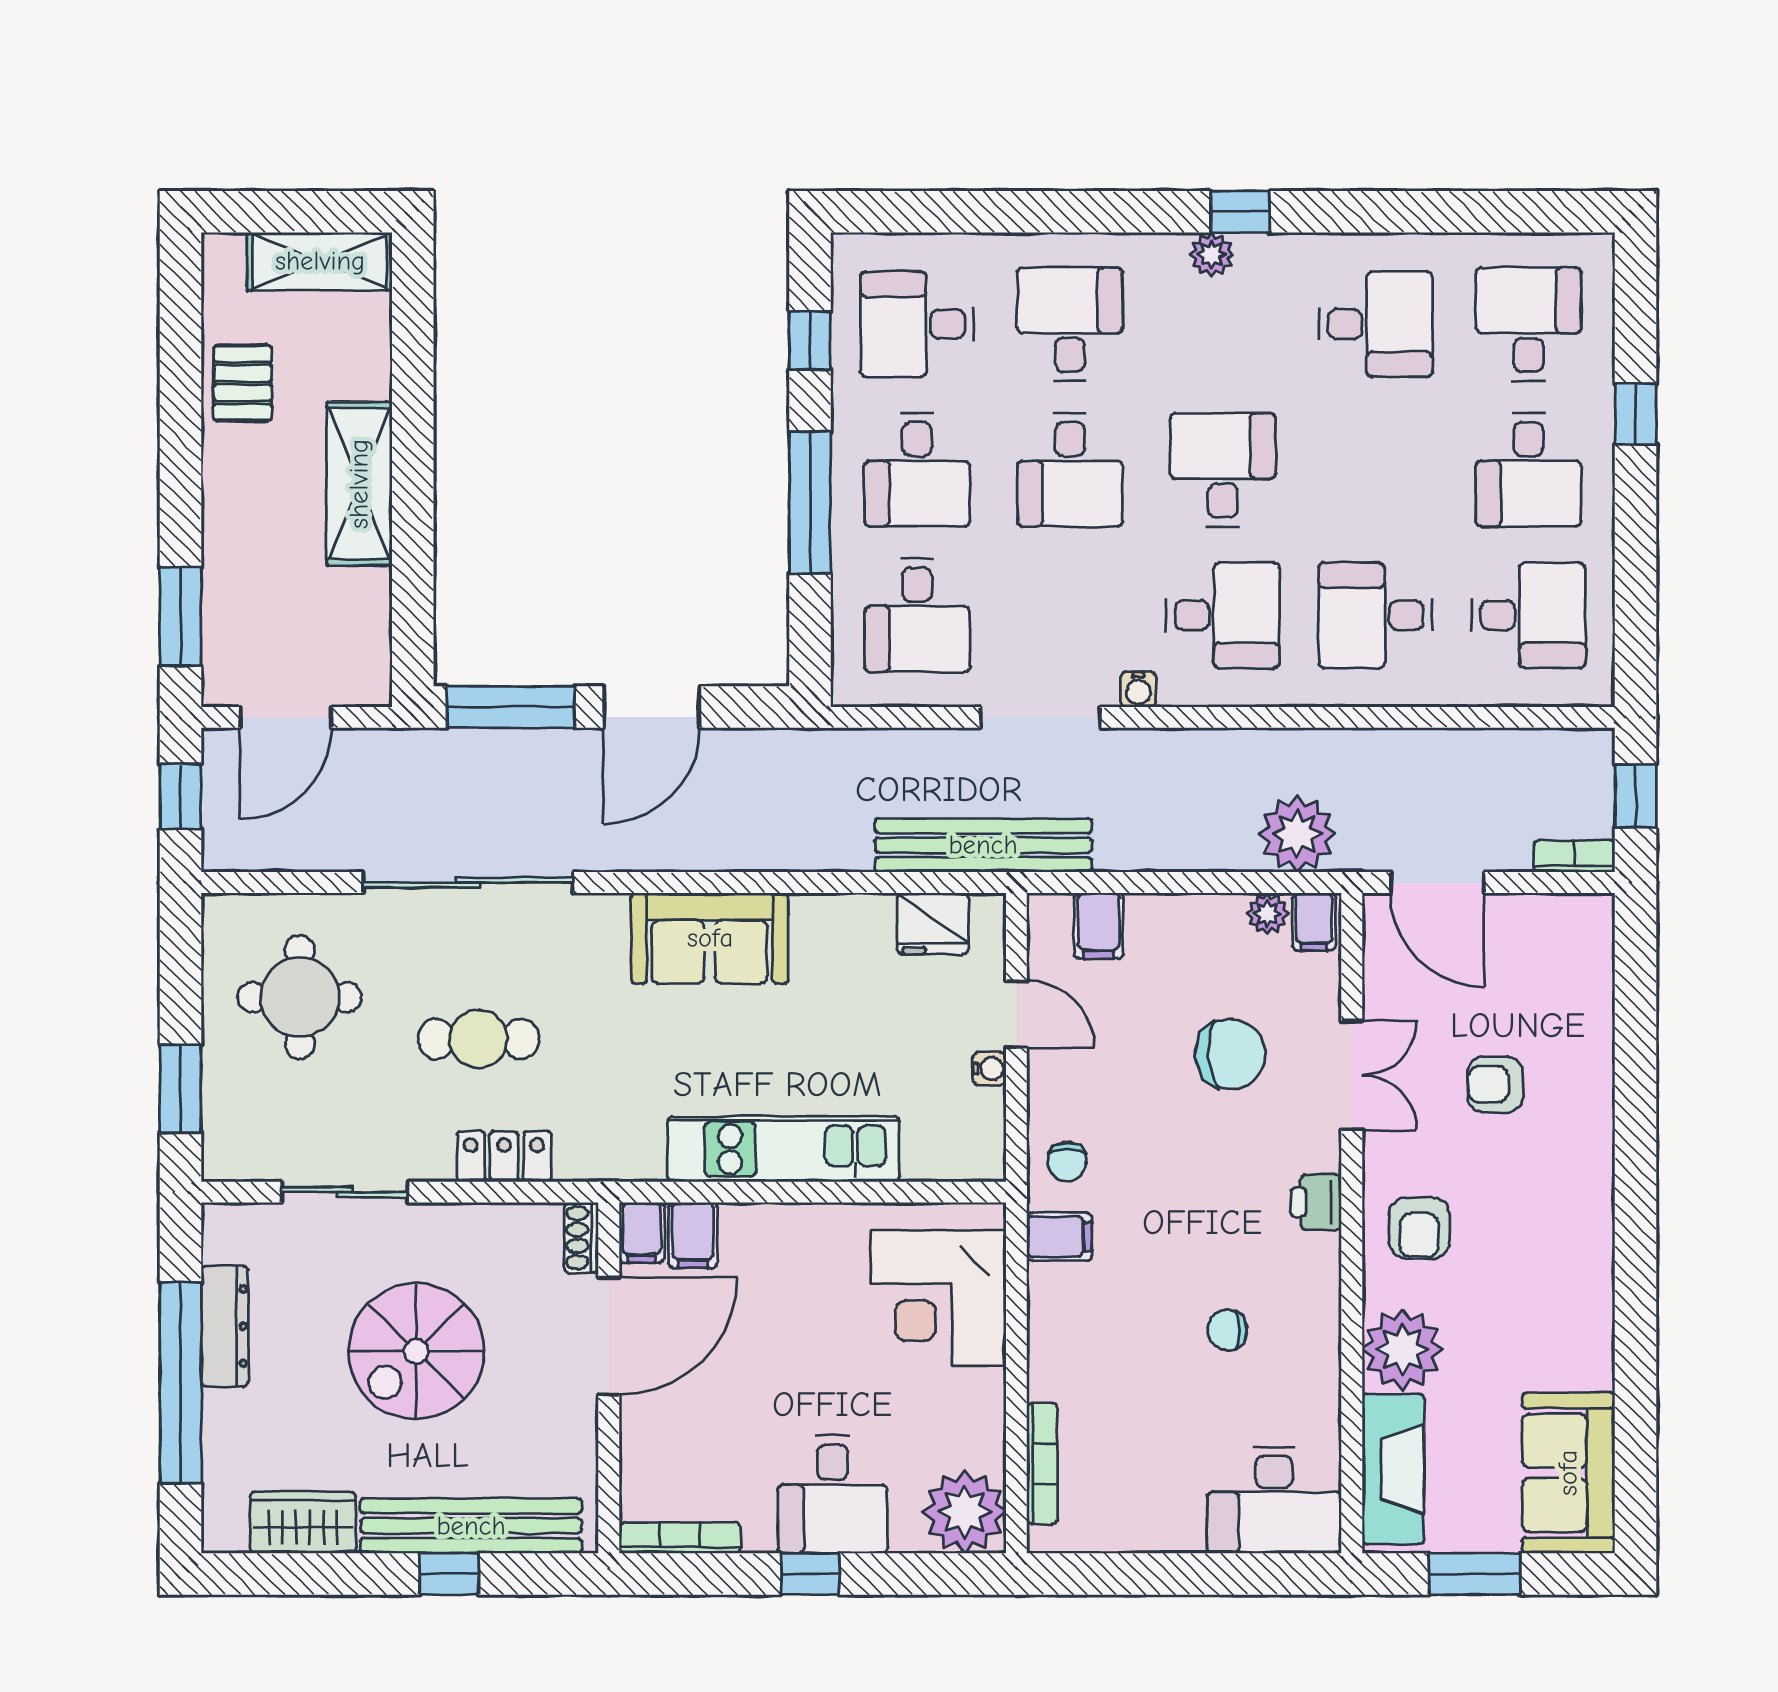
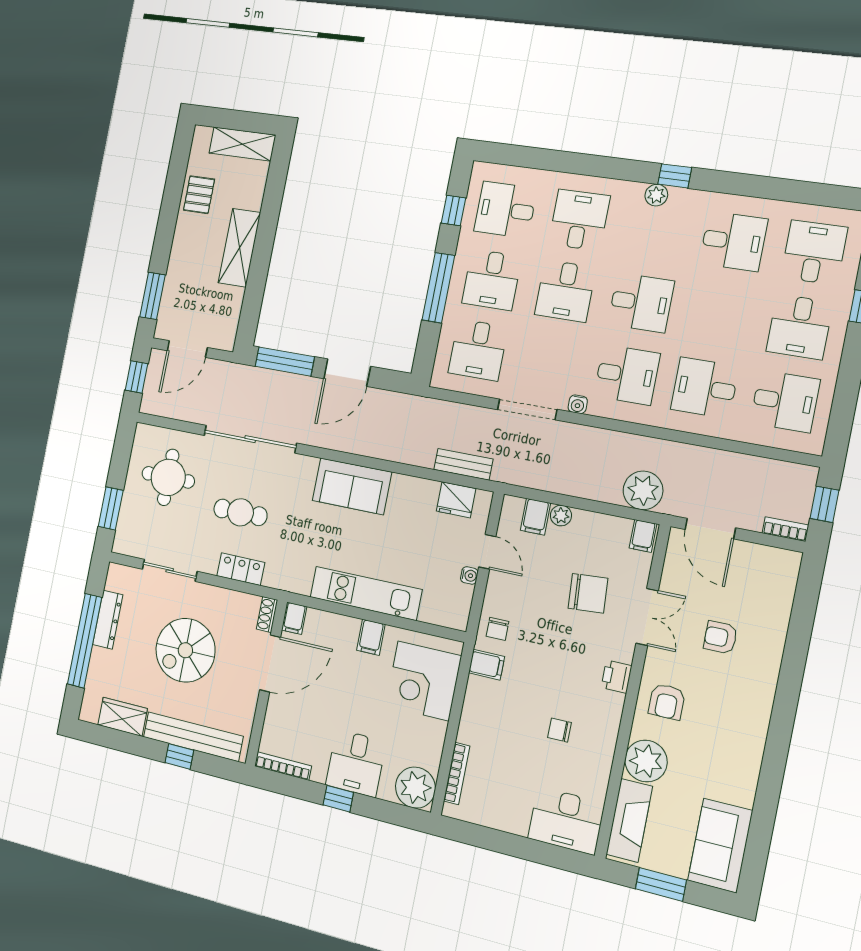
desk: (1223, 470) -> (641, 303), turned 90
bench: (983, 845) -> (463, 464), width x0.54, depth x0.82
plant: (1267, 914) -> (561, 516), moved
filing cabinet: (693, 1235) -> (371, 637), moved

